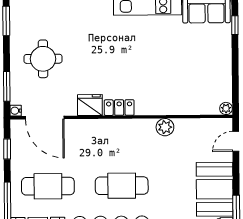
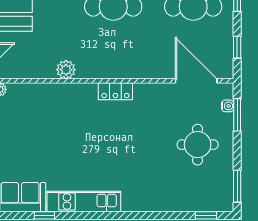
fridge: (90, 105) -> (147, 94), removed
water cooler: (16, 111) -> (228, 106), moved

